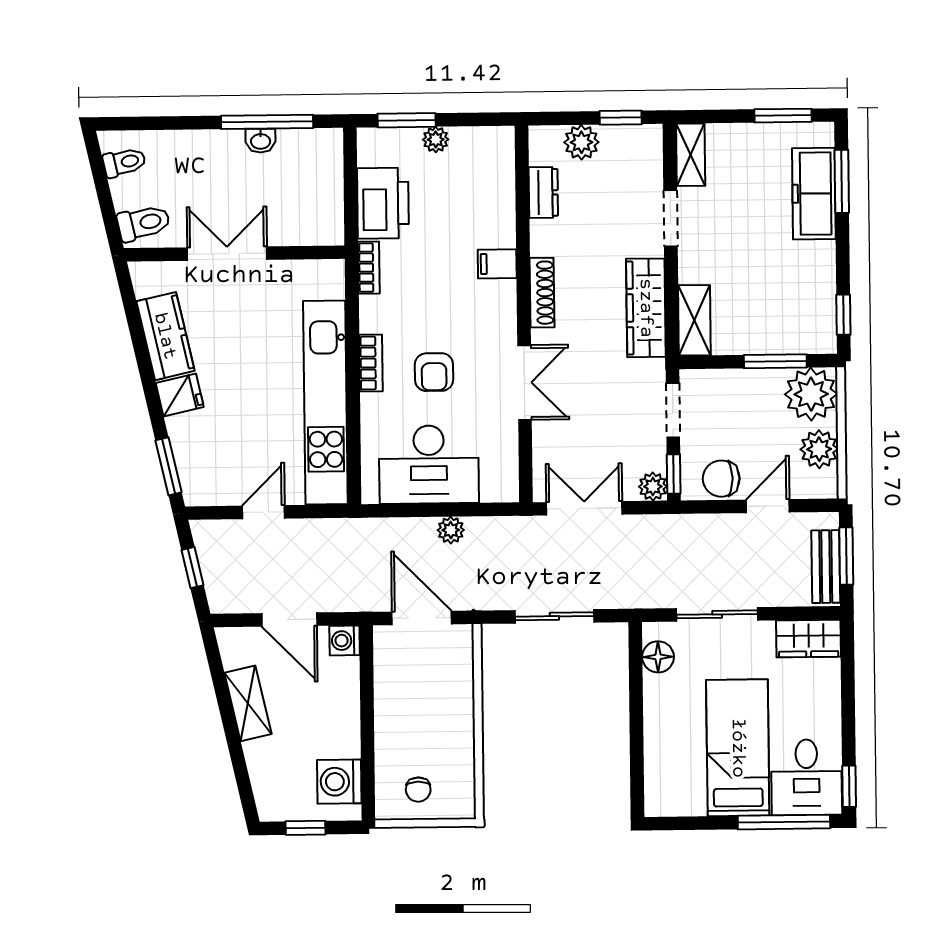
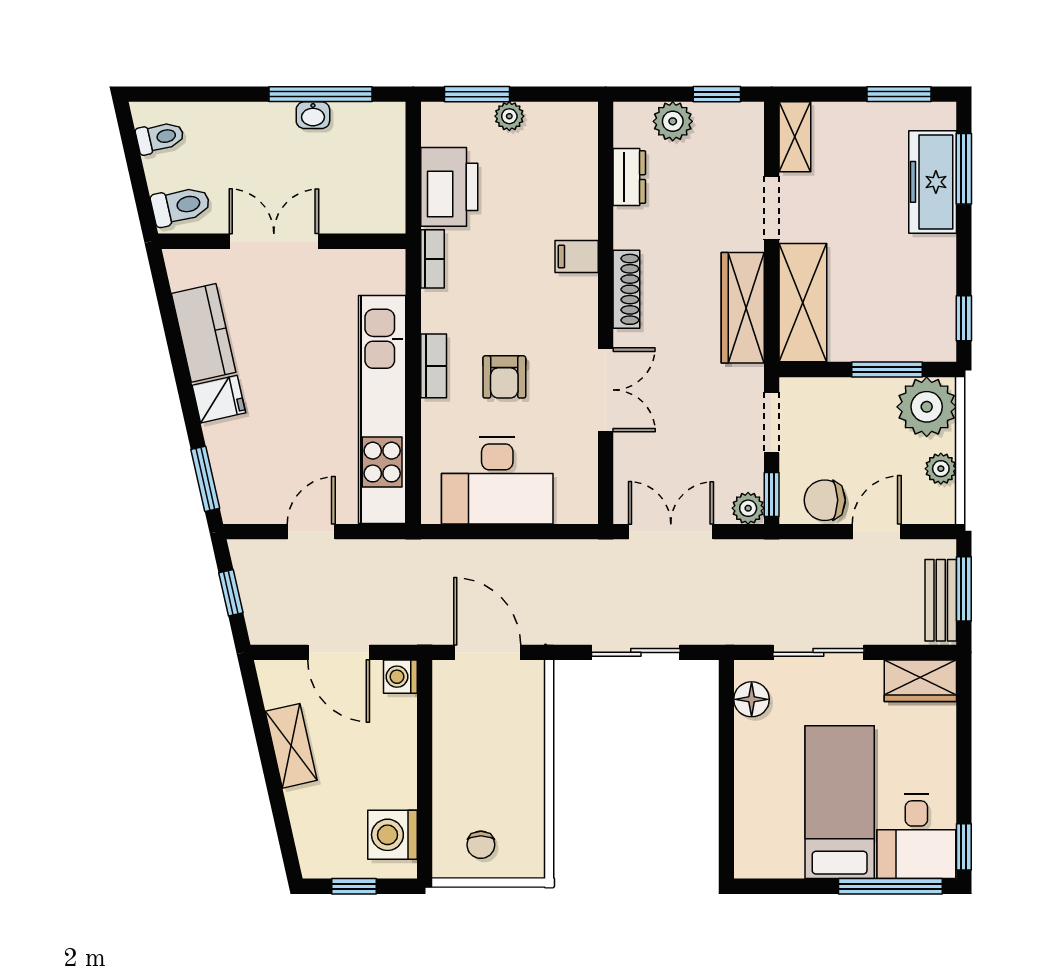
shelving: (694, 320) -> (803, 303), width x1.50, depth x1.33
plant: (819, 449) -> (941, 469), width x0.73, depth x0.73
plant: (451, 530) -> (521, 554), removed

